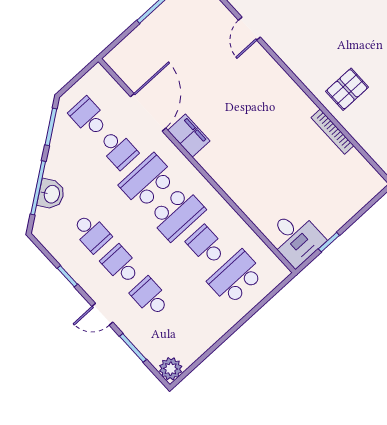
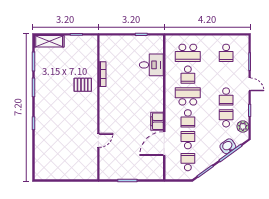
school desk: (89, 117) -> (188, 162), turned 180
school desk: (148, 181) -> (188, 118), width x0.54
desk: (296, 238) -> (151, 65), moved, turned 90
school desk: (150, 297) -> (226, 53), moved
plant: (171, 369) -> (243, 126), moved

